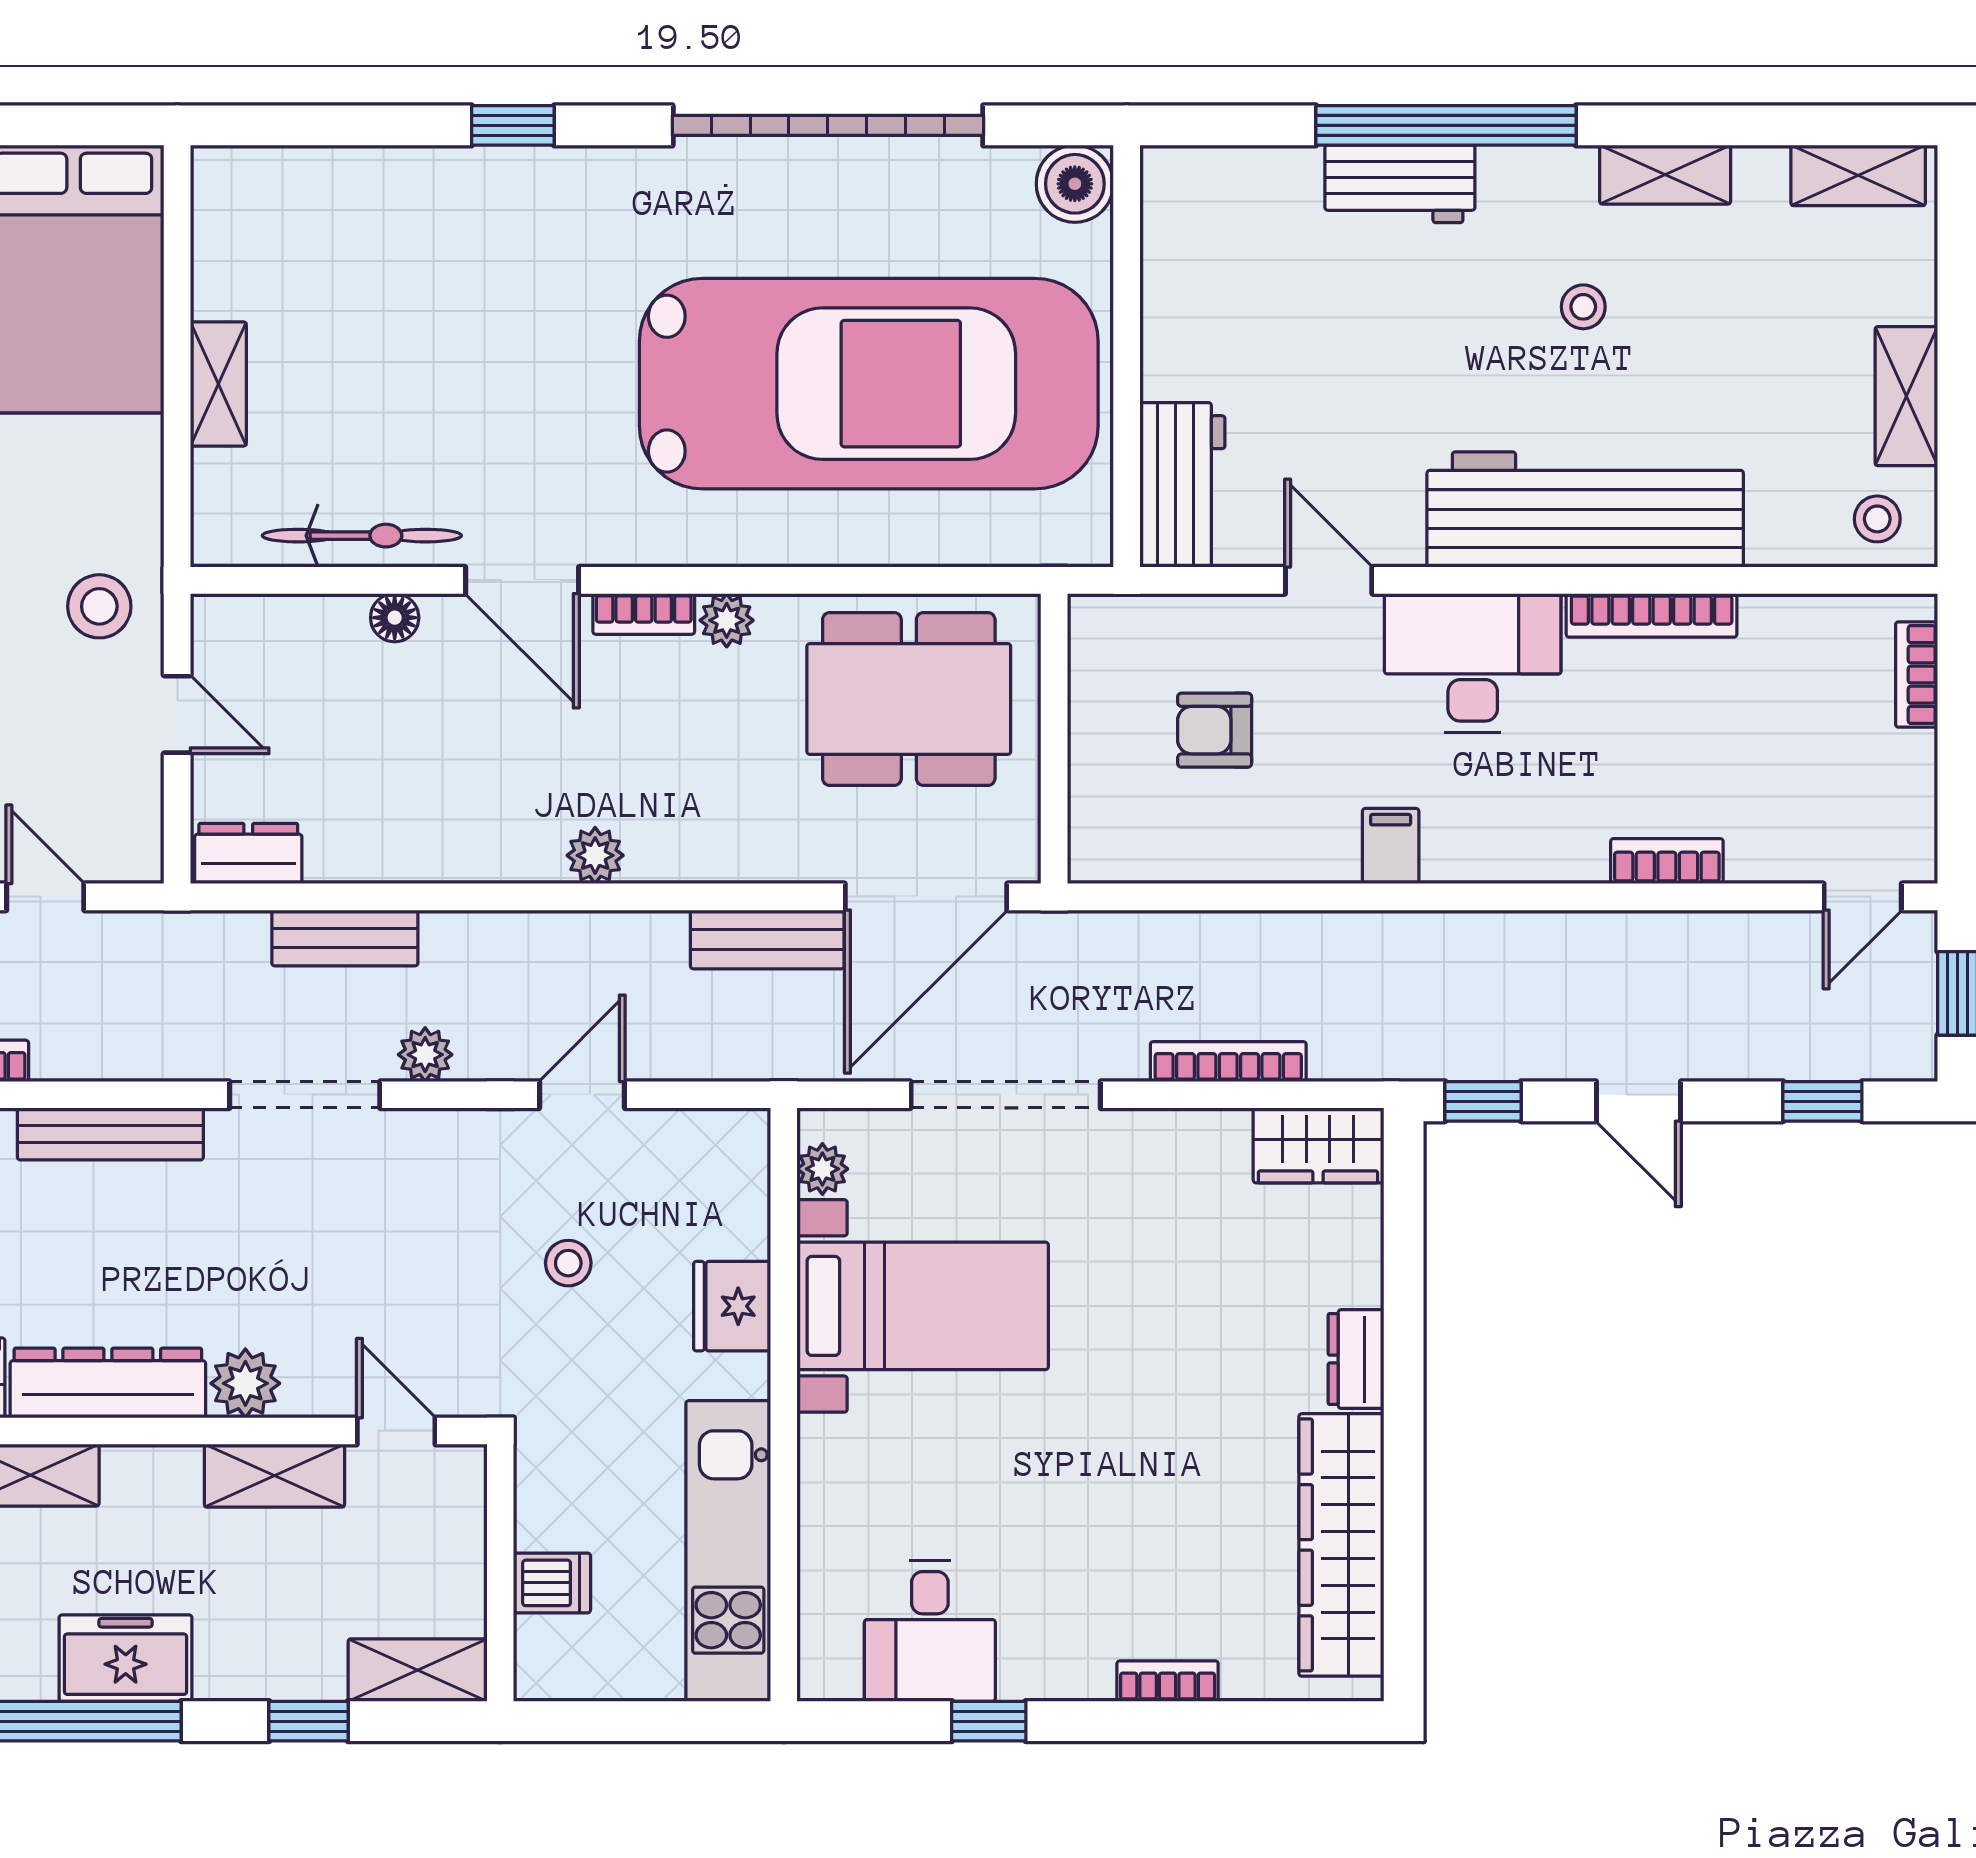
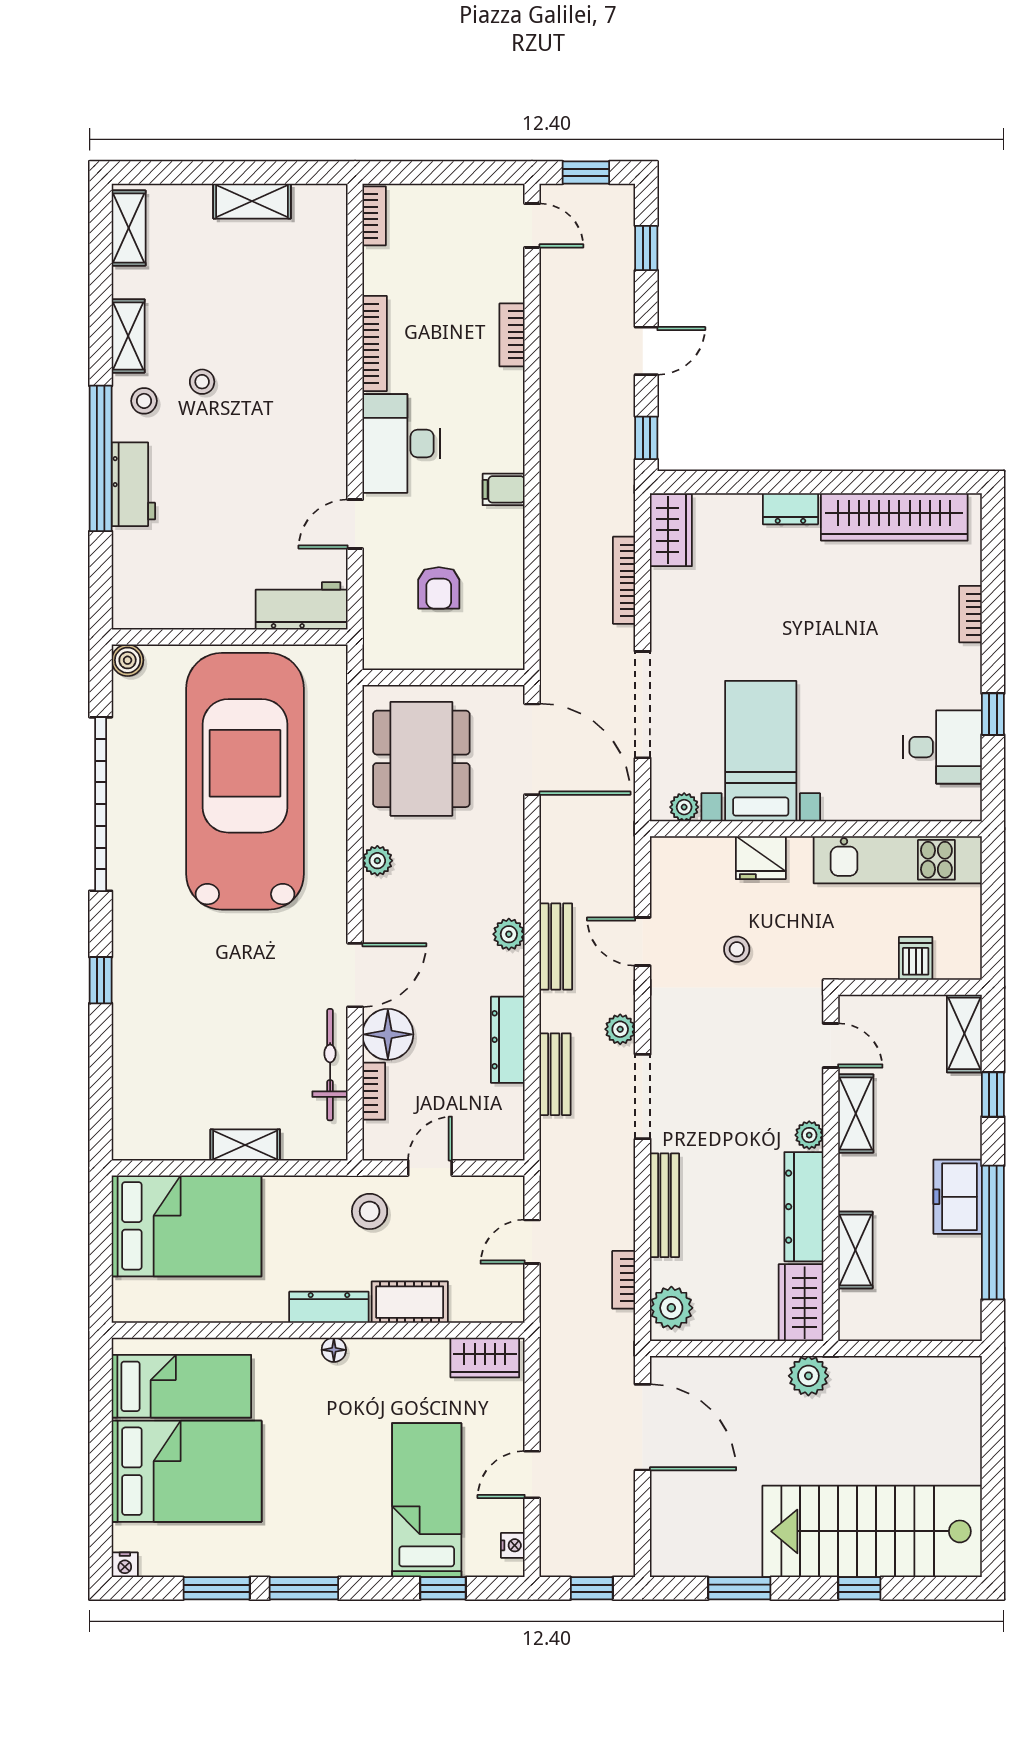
boiler: (1075, 184) -> (128, 660), width x0.73, depth x0.73
workbench: (1585, 510) -> (315, 381), removed
stool: (1877, 519) -> (144, 401), moved
bookcase: (644, 614) -> (374, 1091), moved
floor lamp: (395, 618) -> (388, 1034), width x1.89, depth x1.89
bookcase: (1917, 675) -> (374, 216), moved, turned -90
dresser: (248, 854) -> (508, 1040), moved, width x1.44
bench: (767, 939) -> (556, 946), moved
plant: (245, 1383) -> (809, 1135), width x0.73, depth x0.73
door: (396, 1431) -> (831, 1045), swing flipped

